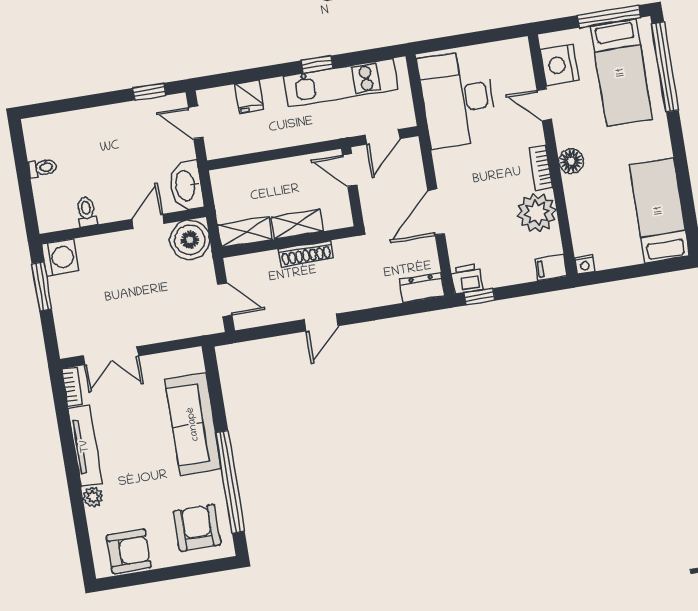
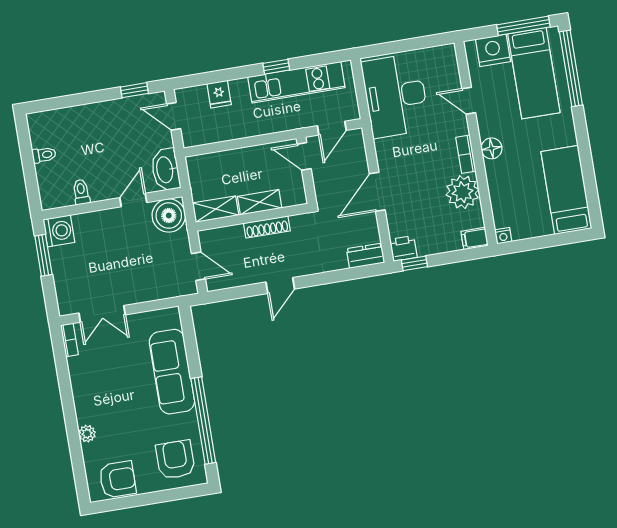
nightstand: (560, 65) -> (493, 50), moved, turned 90
tv unit: (85, 446) -> (80, 390), removed

